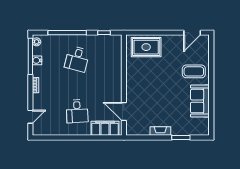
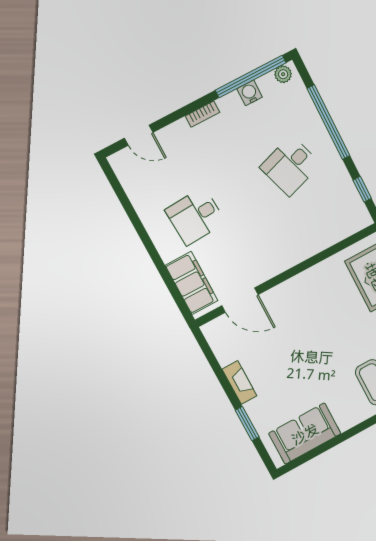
desk: (77, 59) -> (290, 166), turned -33
sofa: (200, 101) -> (305, 434), moved
door: (124, 111) -> (240, 300), swing flipped

